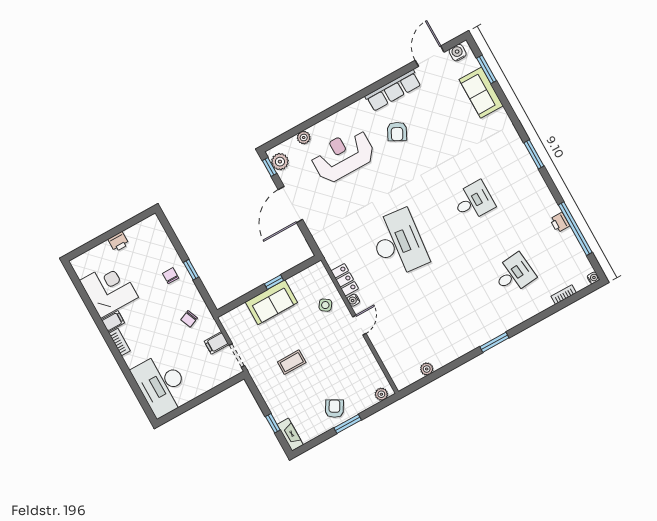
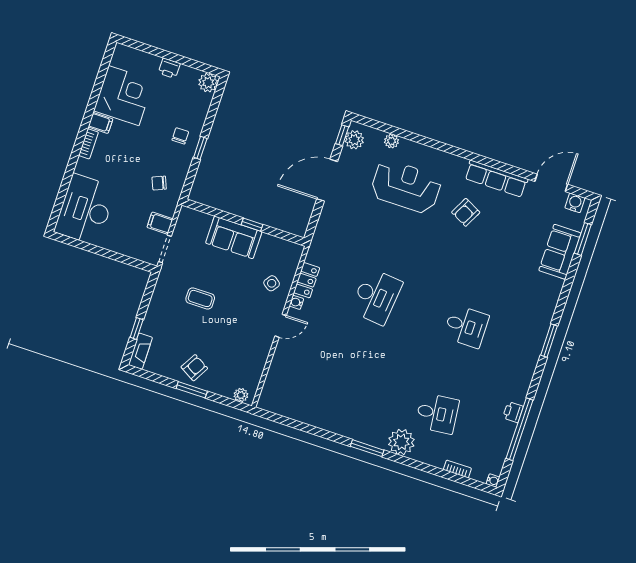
plant: (152, 224) -> (208, 83), added
desk: (398, 243) -> (376, 296), width x0.73, depth x0.77
plant: (427, 369) -> (401, 442), moved, width x1.88, depth x1.88

